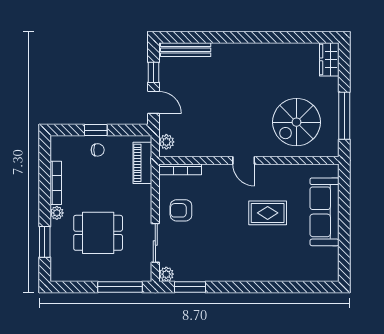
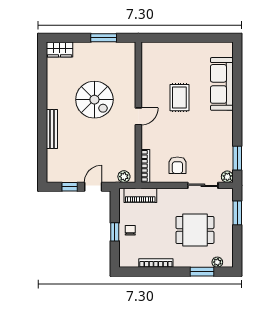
bench: (186, 50) -> (52, 129), moved
window: (344, 116) -> (104, 38), width x0.69
spiral stairs: (296, 122) -> (94, 100), moved
sofa: (325, 212) -> (222, 84), moved, turned 90
plant: (57, 213) -> (217, 262), moved
dining table: (98, 233) -> (195, 230), turned 90
window: (120, 287) -> (237, 213), width x0.69

